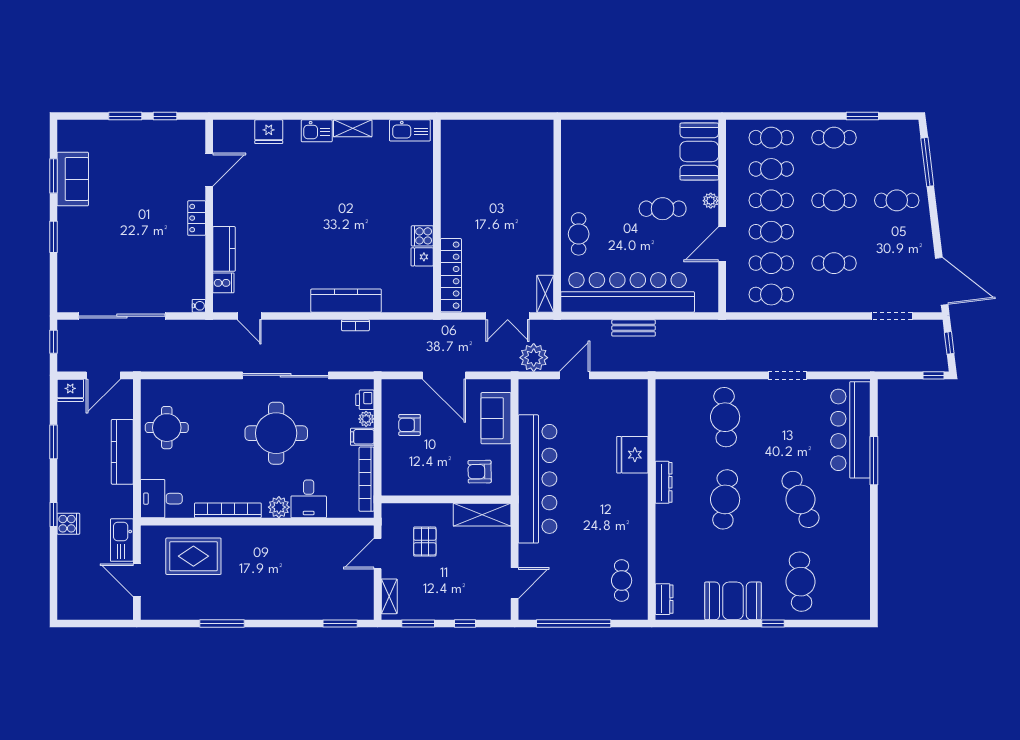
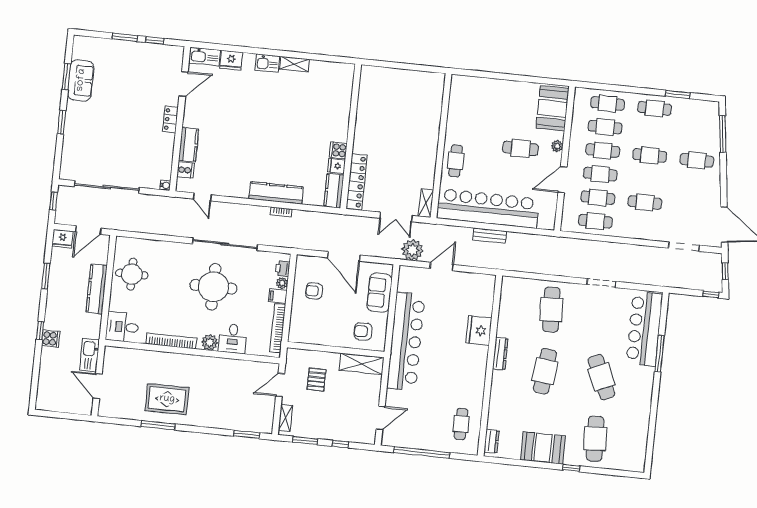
kitchen sink: (410, 130) -> (205, 56), moved
kitchen counter: (422, 290) -> (334, 191), added
rug: (193, 556) -> (167, 399), moved

